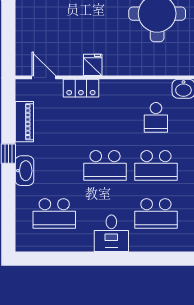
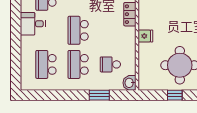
fridge: (93, 65) -> (145, 36), moved
desk: (111, 233) -> (33, 24), moved

